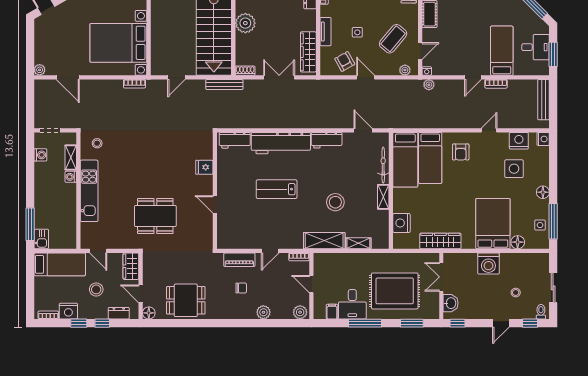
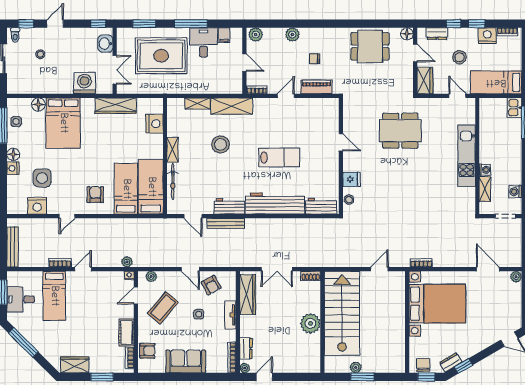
bench: (224, 85) -> (226, 223), moved
nightstand: (543, 139) -> (13, 168), moved
stool: (97, 143) -> (349, 200), moved
washing machine: (488, 264) -> (84, 83), moved

